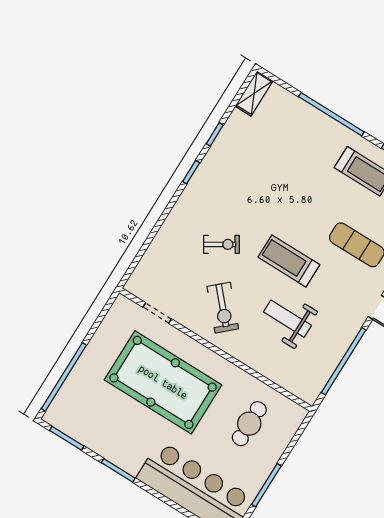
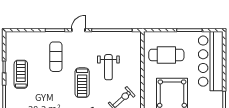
cafe table: (249, 424) -> (166, 55), width x1.37, depth x1.35

